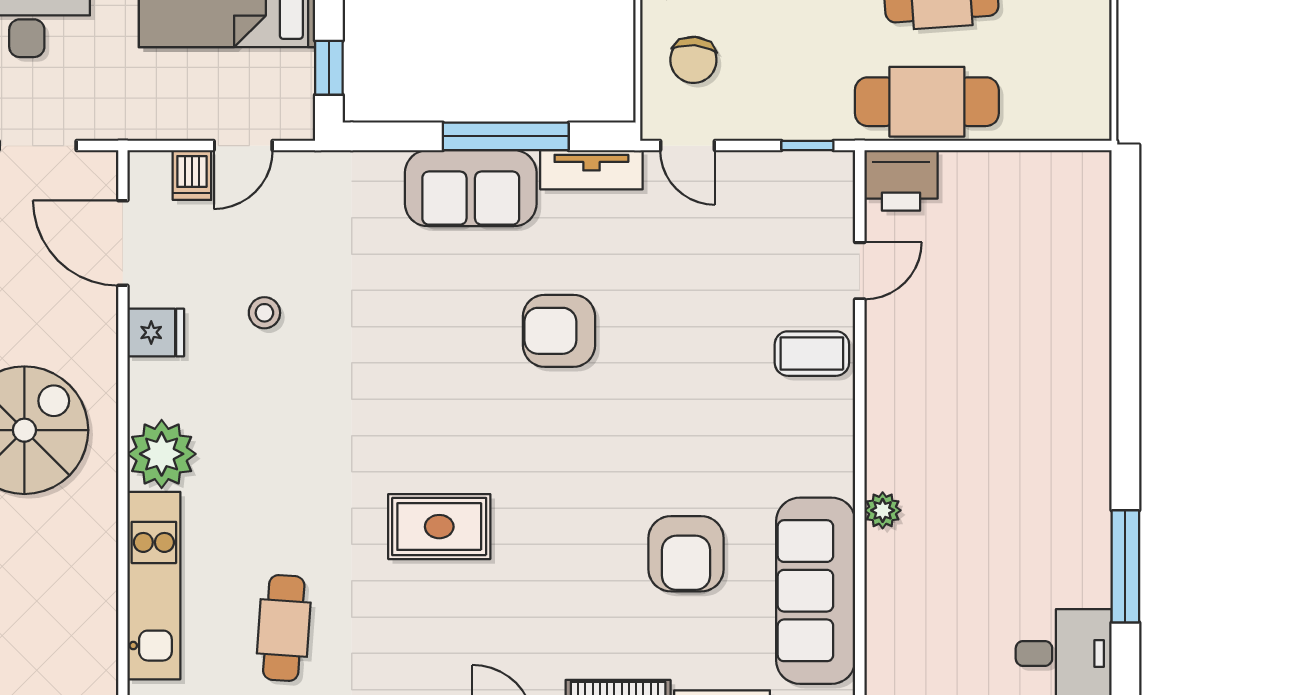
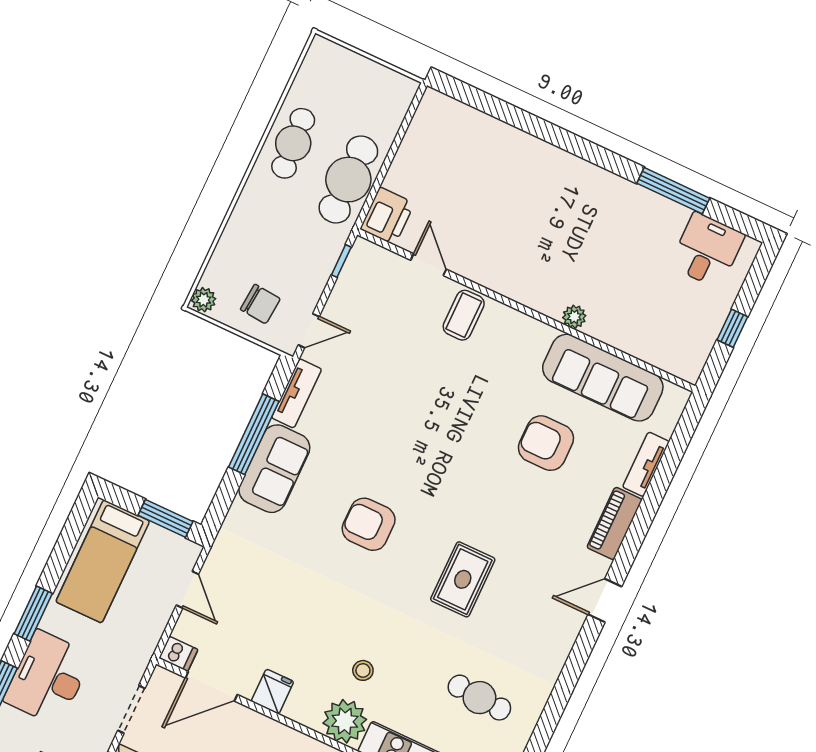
window: (329, 68) -> (165, 518), width x1.50
dishwasher: (192, 175) -> (178, 654), moved
stool: (264, 313) -> (363, 670), moved
armchair: (559, 331) -> (369, 524), moved, turned 90
armchair: (686, 554) -> (546, 443), turned 180

